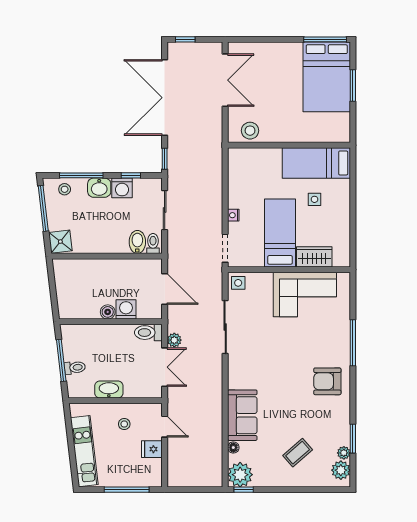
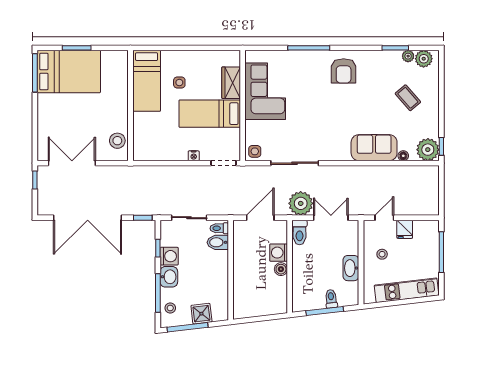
window: (185, 39) -> (35, 180), moved
shower: (60, 242) -> (201, 314), moved
plant: (174, 340) -> (301, 203), width x1.88, depth x1.88

